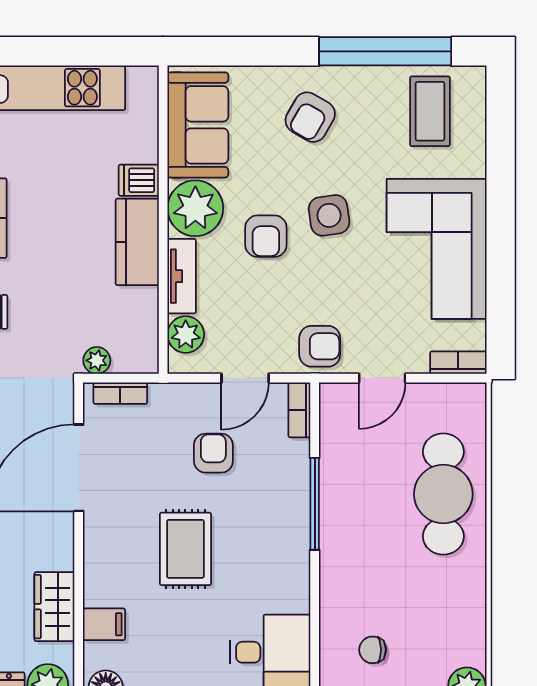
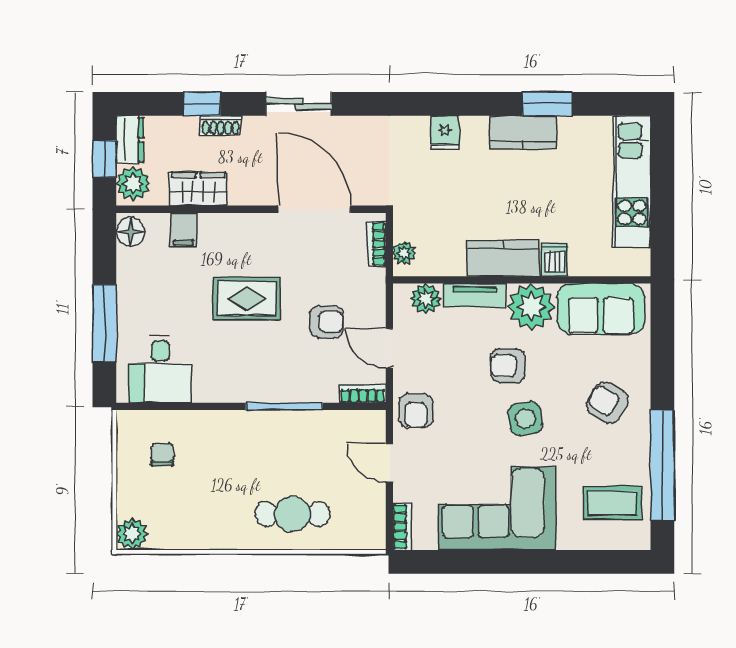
plant: (97, 360) -> (404, 253), moved
cafe table: (443, 494) -> (292, 514), width x0.73, depth x0.74

